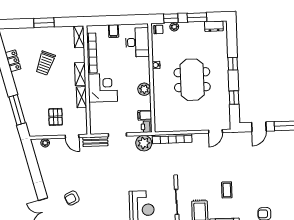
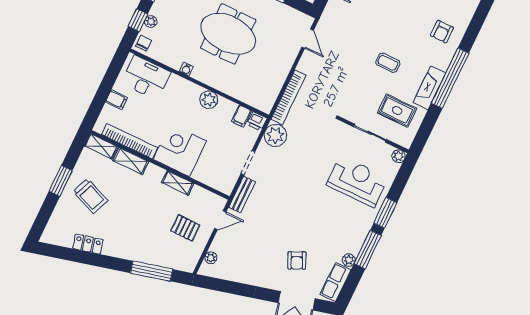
trolley: (45, 63) -> (90, 196), moved
shelving: (80, 74) -> (131, 161), moved

